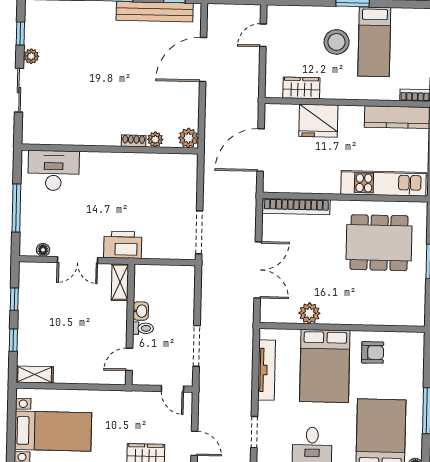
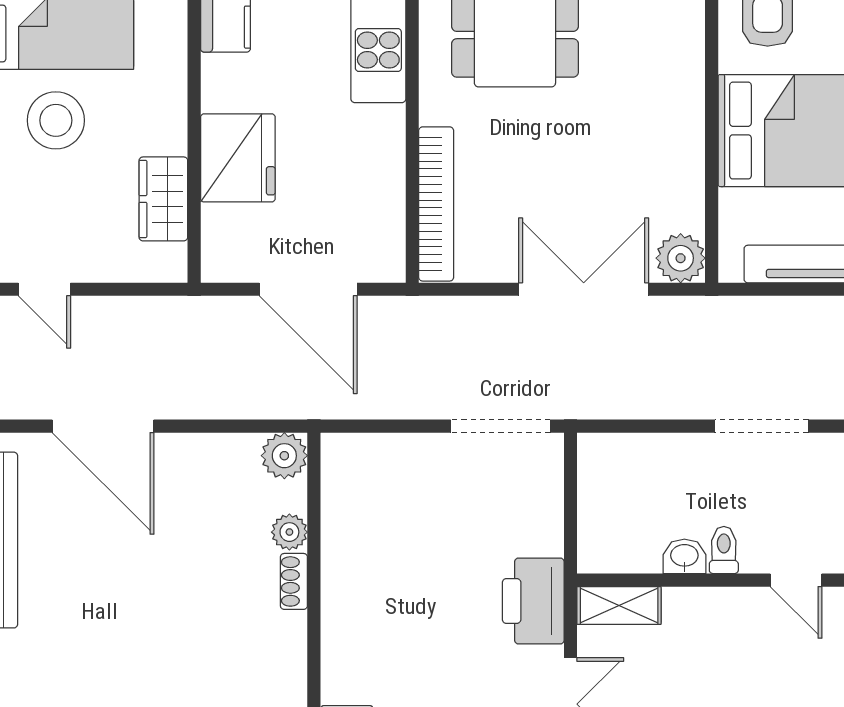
plant: (309, 313) -> (681, 258), moved

